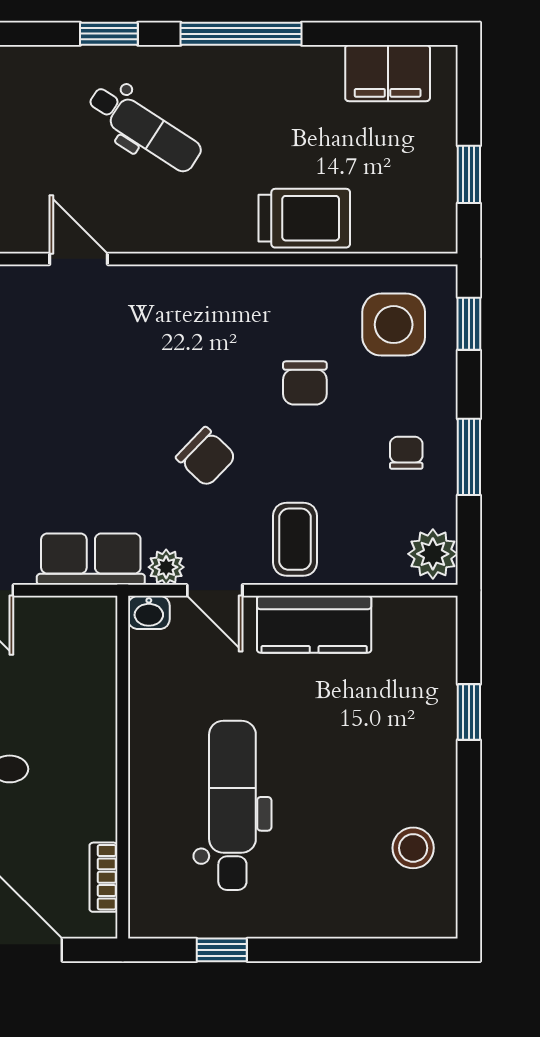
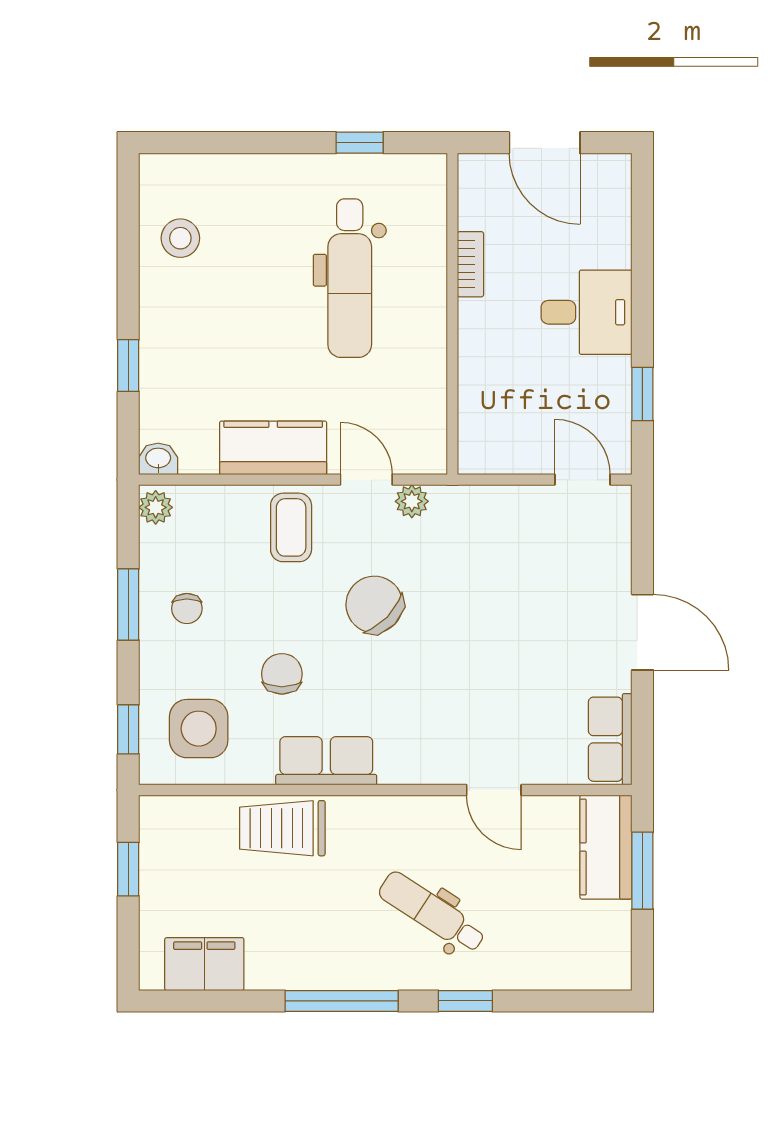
chair: (206, 457) -> (374, 605), width x1.37, depth x1.37
plant: (433, 554) -> (156, 507), width x0.73, depth x0.73
row of seats: (91, 559) -> (326, 761), moved, turned 180
washbasin: (149, 612) -> (158, 459), moved
bookcase: (103, 877) -> (470, 264), moved

